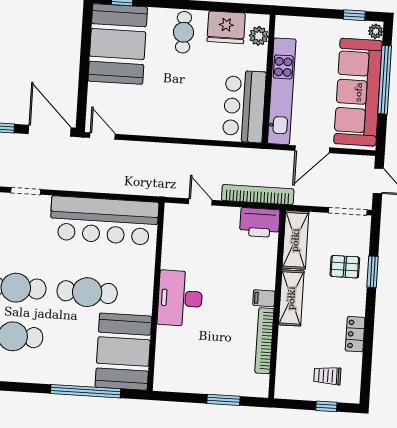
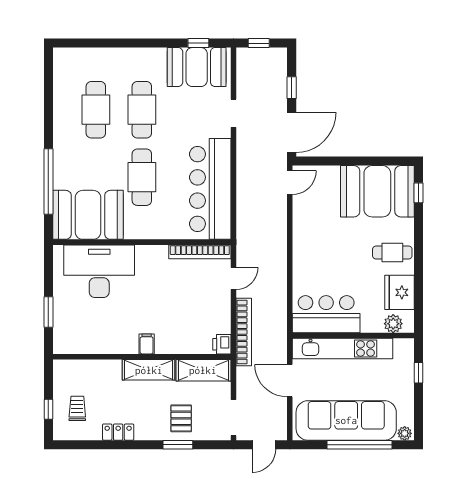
window: (354, 15) -> (418, 373), moved
printer: (260, 223) -> (222, 344), width x0.53, depth x0.68
desk: (180, 298) -> (99, 271), moved, width x1.36, depth x1.30
bookcase: (264, 341) -> (200, 252), moved, turned 180

